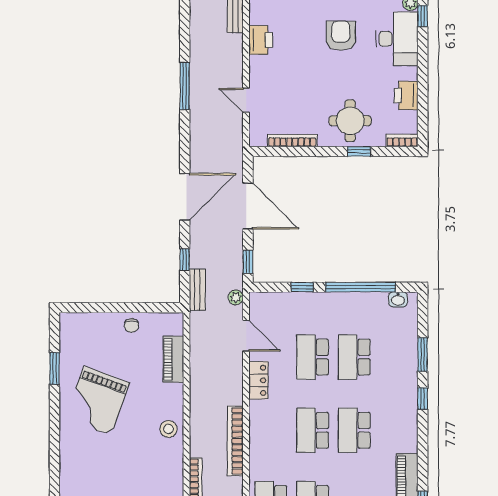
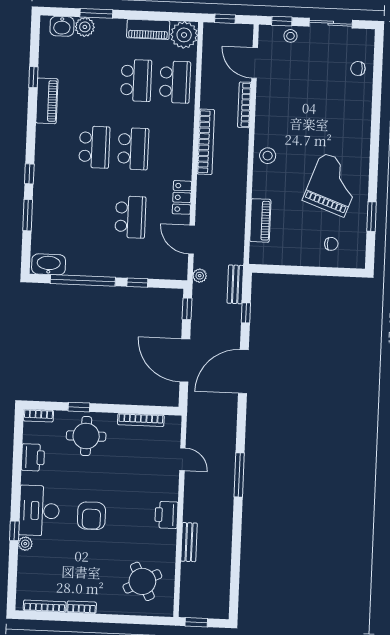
washbasin: (398, 299) -> (49, 264), width x1.91, depth x1.45
chair: (131, 325) -> (331, 244), moved, turned 90
school desk: (354, 357) -> (91, 215), removed

